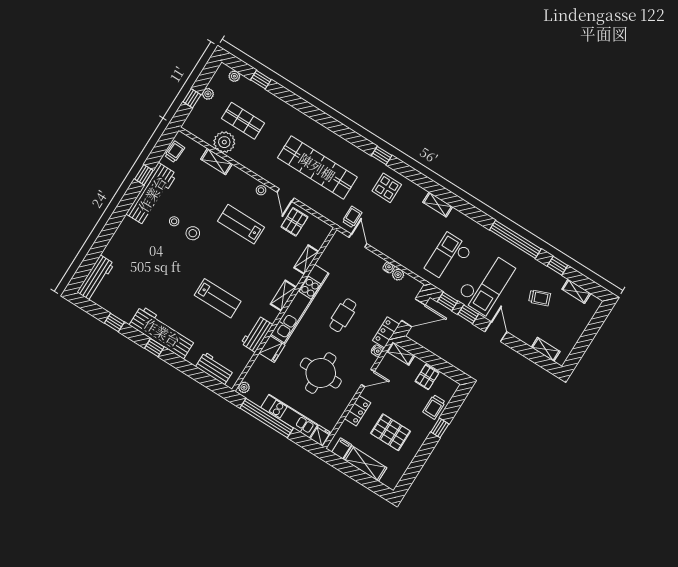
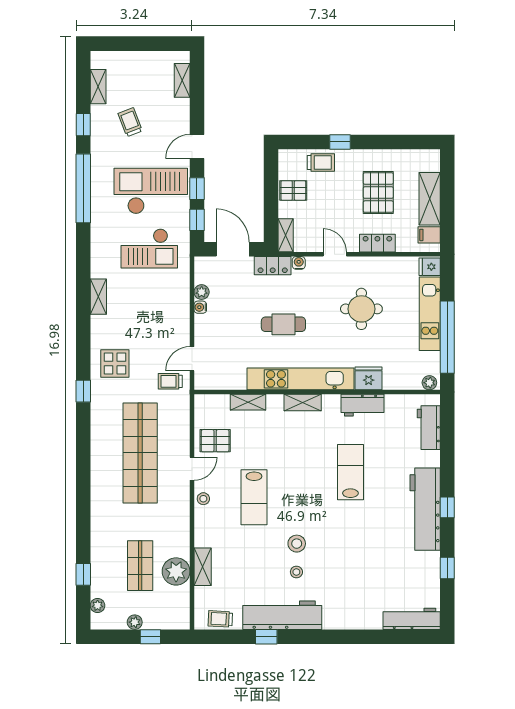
round table: (321, 373) -> (361, 309), width x0.73, depth x0.73

